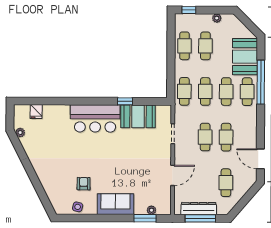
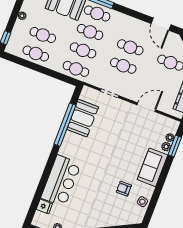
window: (125, 101) -> (65, 125), width x3.17
bar counter: (95, 118) -> (61, 181), moved
door: (260, 159) -> (161, 24), hinge flipped
door: (173, 175) -> (146, 107), hinge flipped
plant: (141, 210) -> (166, 147), added

